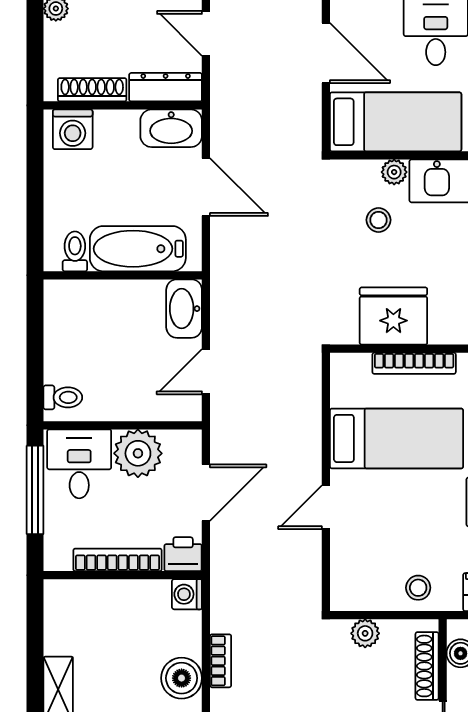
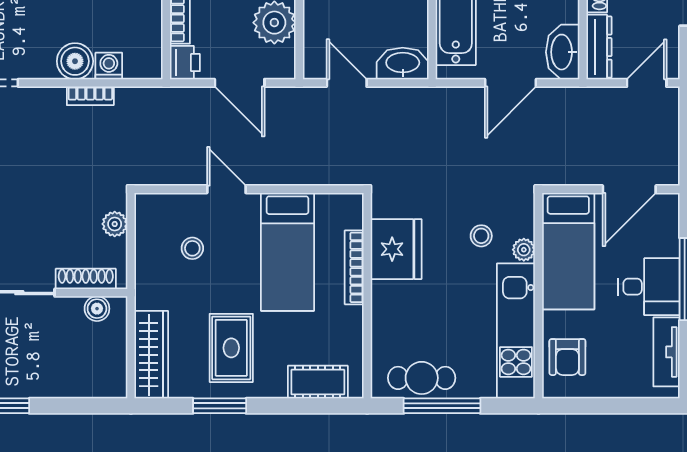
stool: (418, 588) -> (192, 248), moved
washing machine: (187, 594) -> (109, 66), moved

